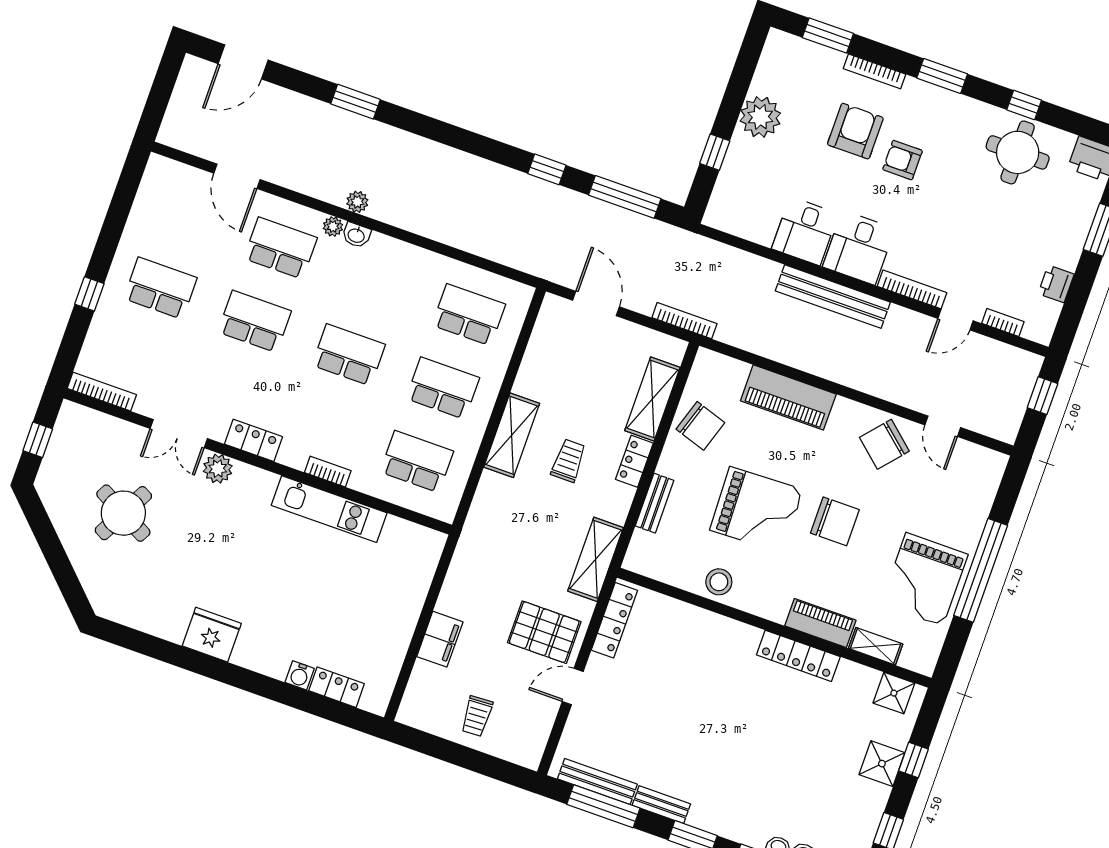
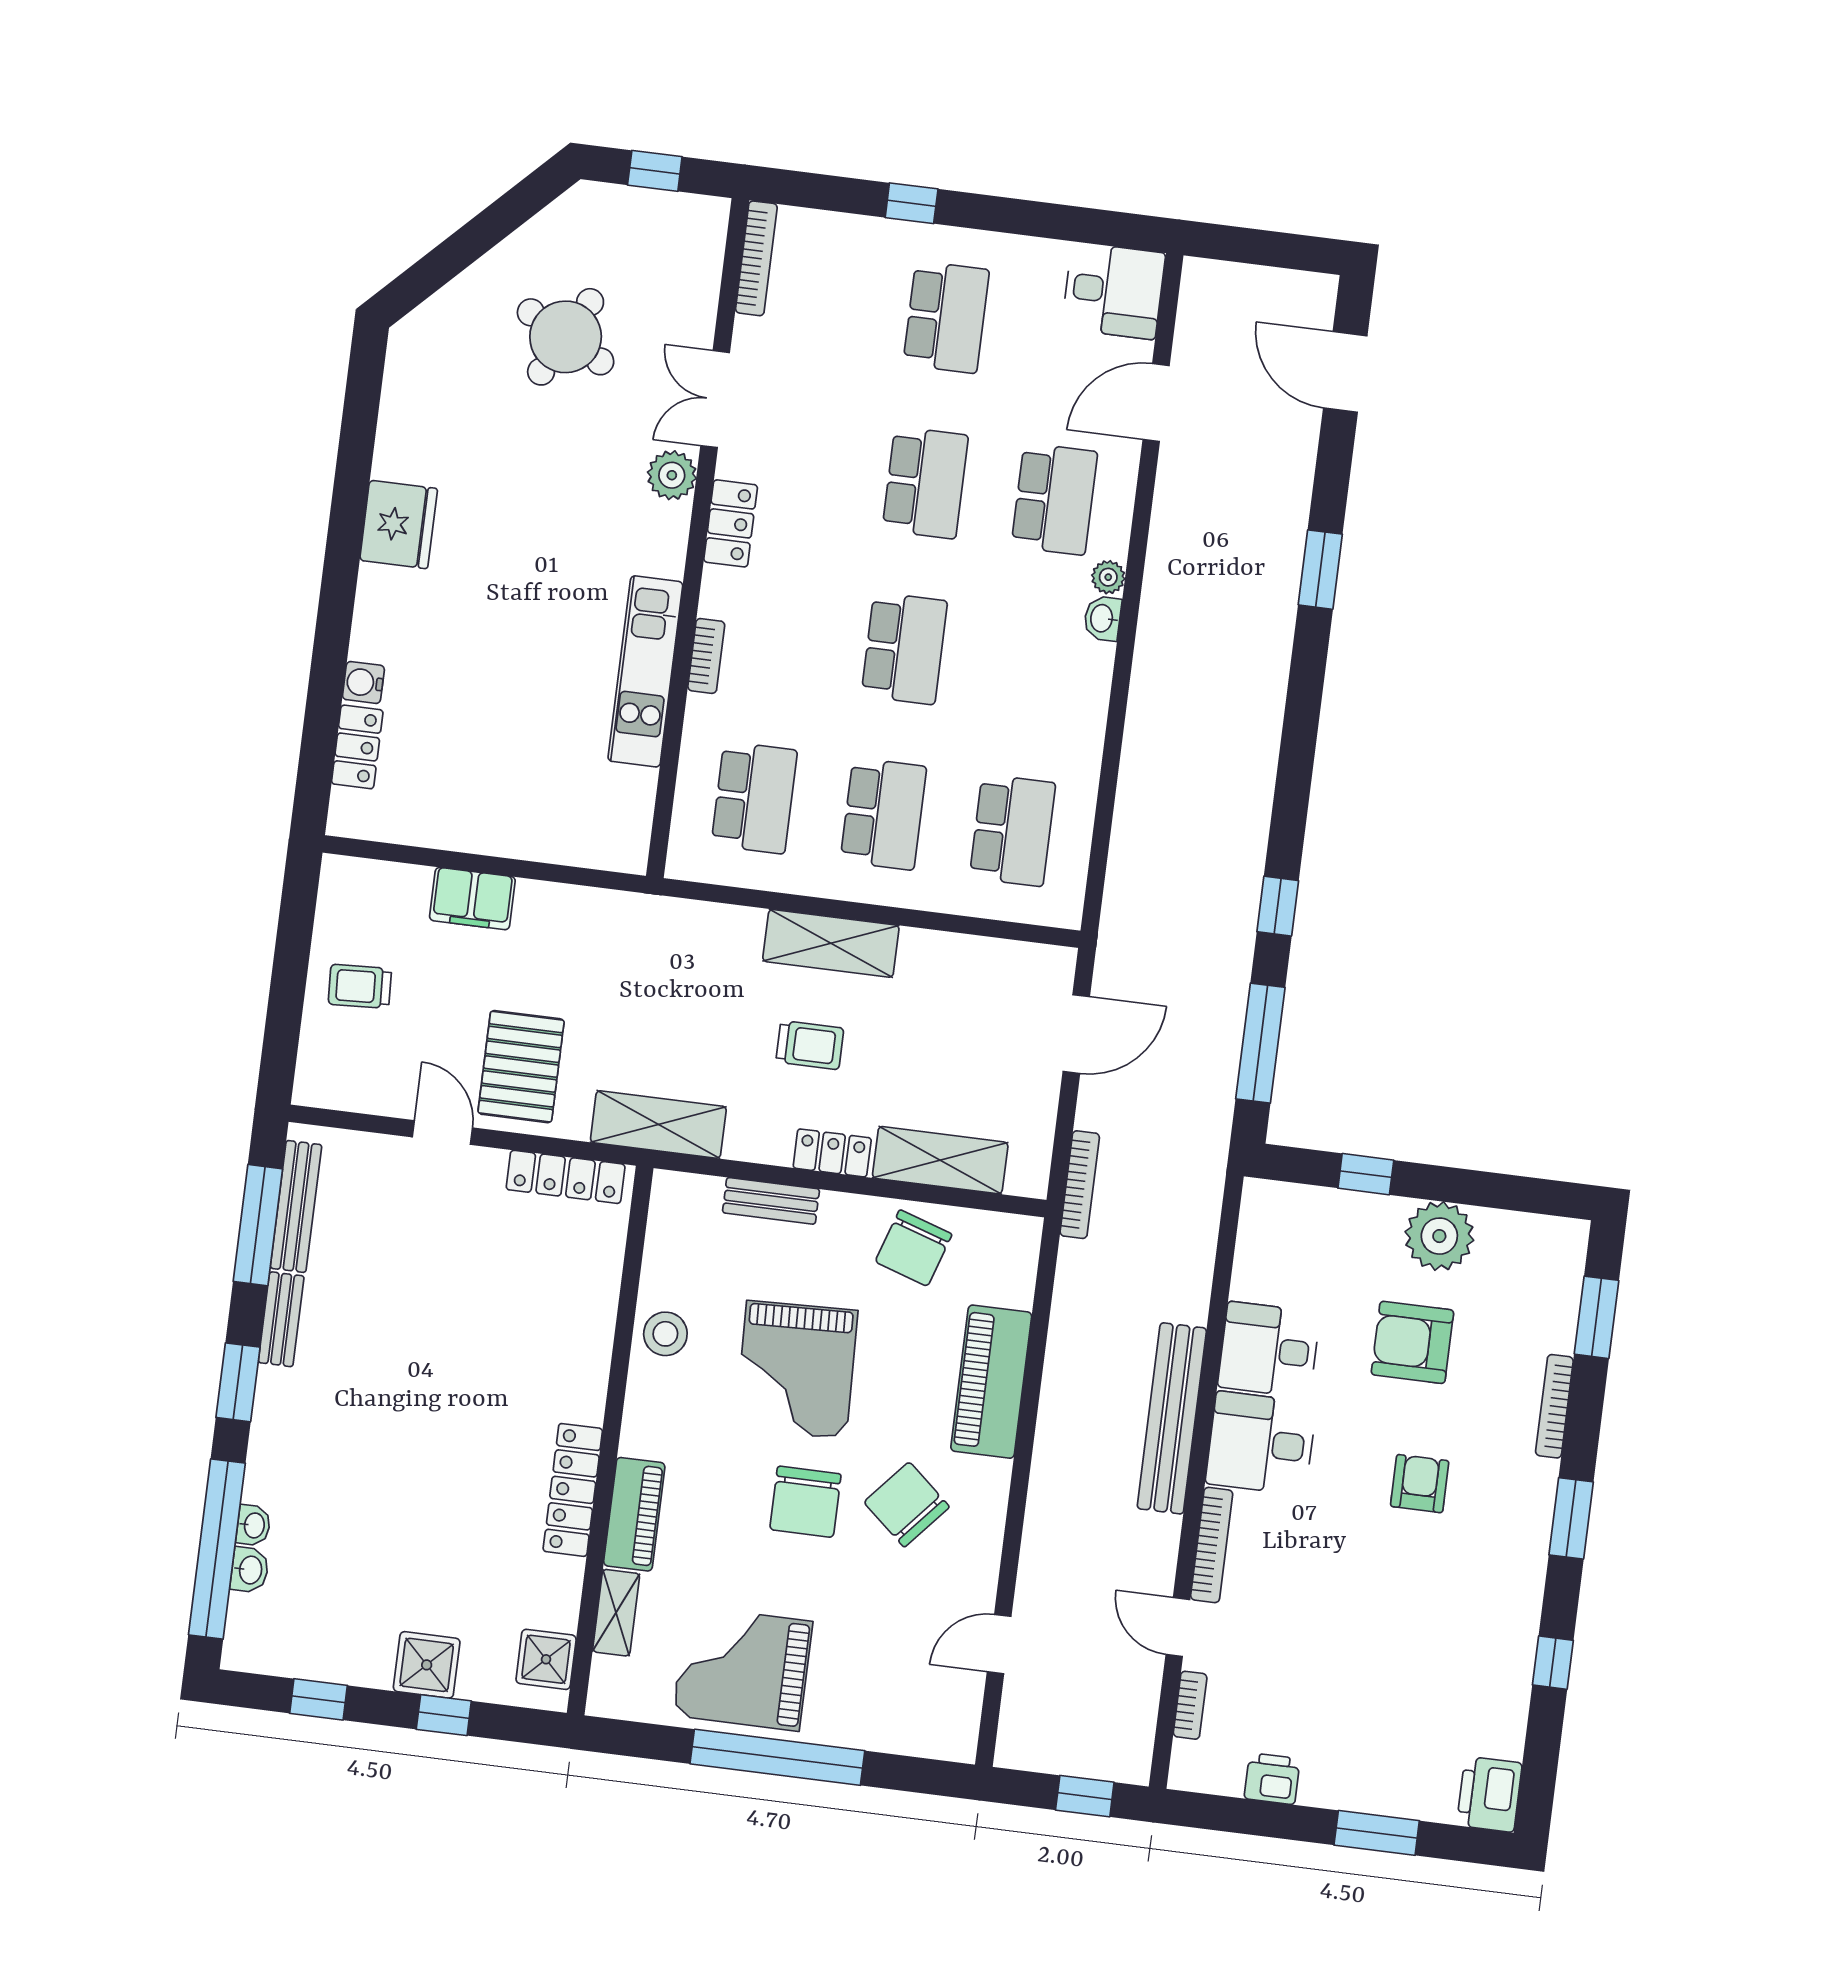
armchair: (855, 131) -> (1412, 1342), moved, turned 180
round table: (1018, 152) -> (1473, 1669), removed
desk: (166, 187) -> (1114, 291), added
plant: (357, 202) -> (1157, 608), removed
chair: (884, 444) -> (907, 1505), moved

